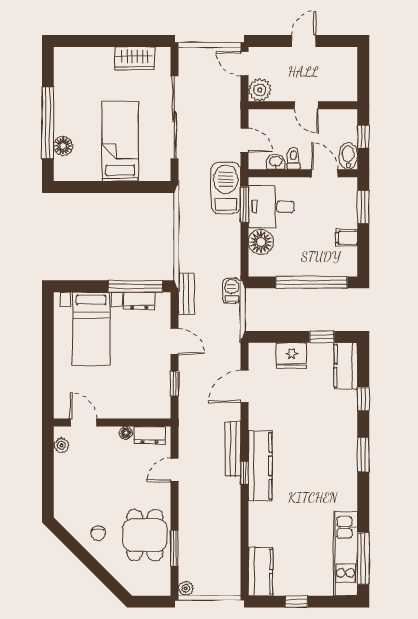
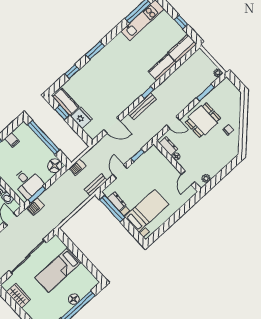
floor lamp: (63, 146) -> (74, 299), moved
barbecue: (226, 188) -> (35, 207), width x0.53, depth x0.65
floor lamp: (261, 242) -> (55, 166), moved
kitchen counter: (346, 366) -> (66, 102), moved, turned -90
kitchen counter: (260, 466) -> (162, 67), moved, width x0.67
dining table: (145, 535) -> (203, 120), moved

